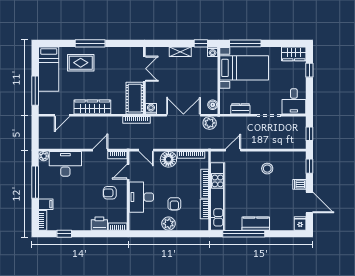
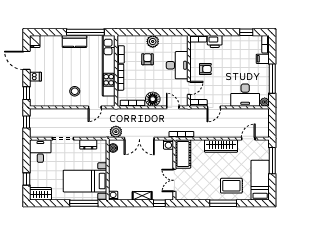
window: (201, 43) -> (159, 203), moved
stool: (267, 169) -> (75, 91), moved

